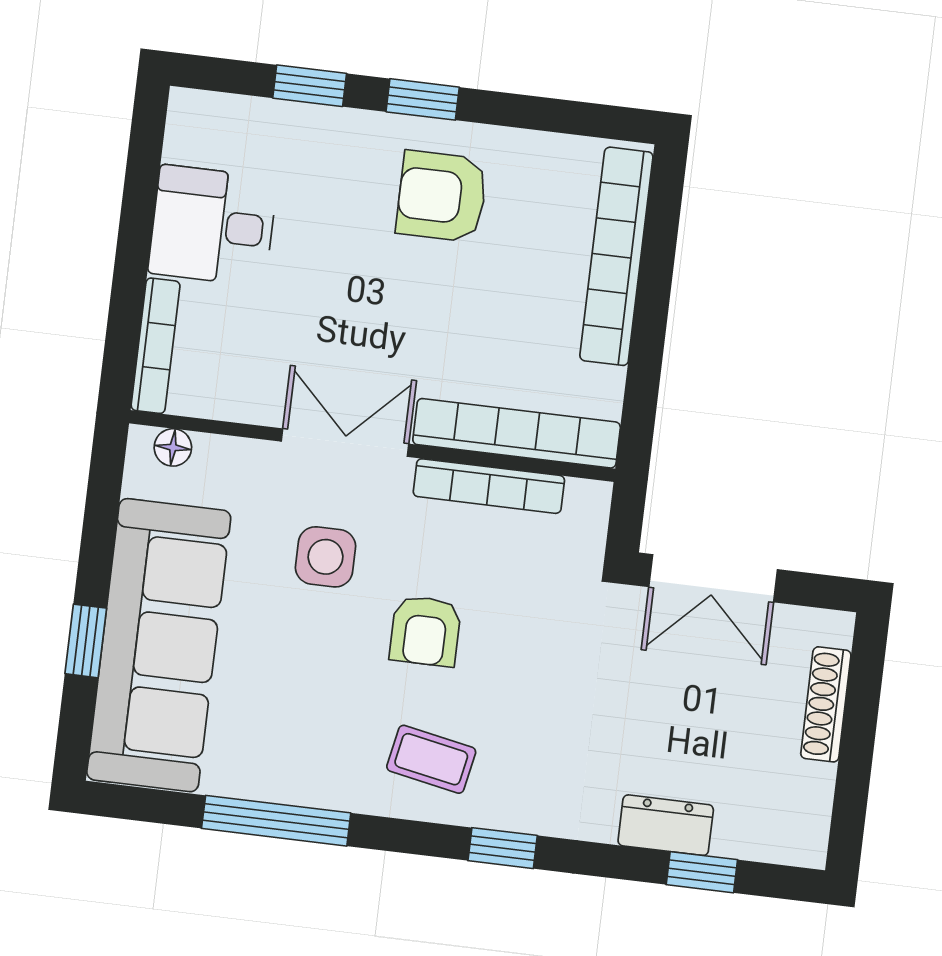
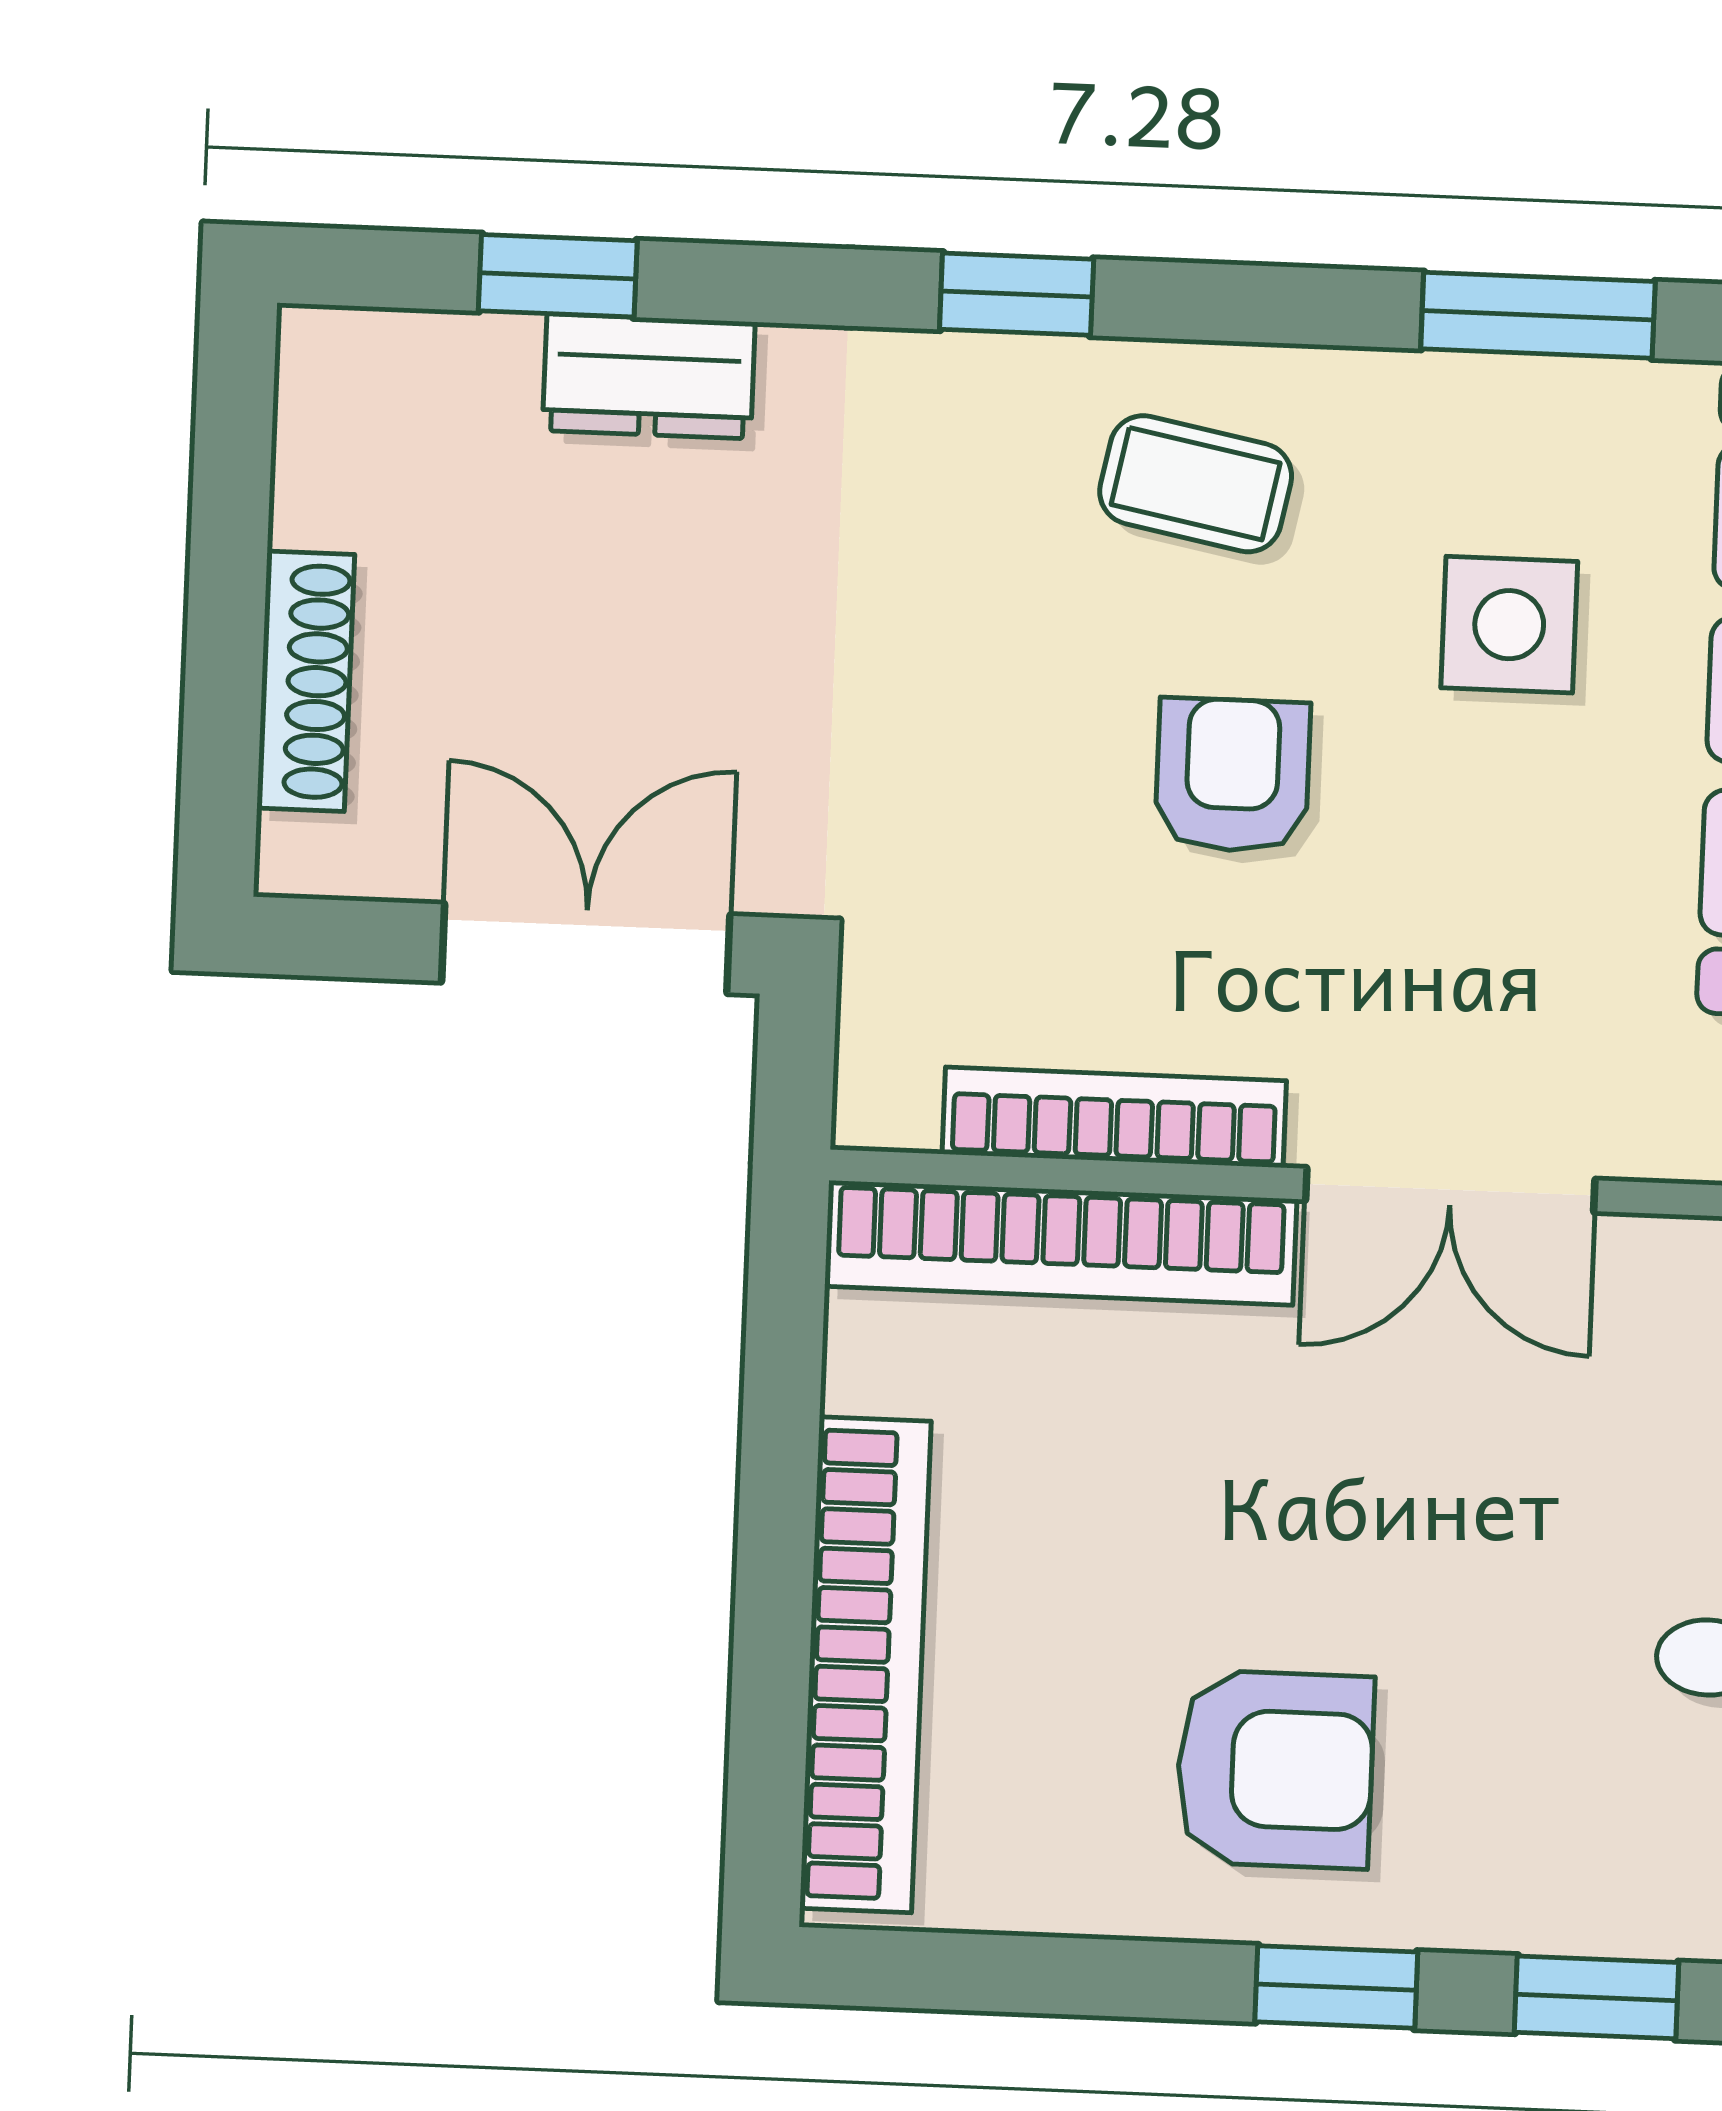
side table: (326, 557) -> (1509, 625), moved
window: (276, 821) -> (1538, 315), width x0.69

